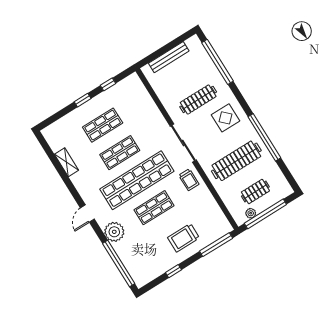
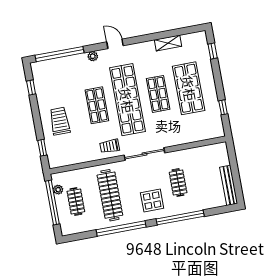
bench: (169, 57) -> (229, 185), moved
window: (217, 62) -> (180, 218), moved
clothes rail: (198, 99) -> (178, 183), width x0.73
window: (83, 100) -> (213, 51), moved
shop shelf: (103, 125) -> (189, 88), width x1.43, depth x1.36
plant: (114, 232) -> (93, 56), width x0.53, depth x0.53
window: (216, 245) -> (42, 148), width x0.46
window: (173, 271) -> (31, 88), moved

